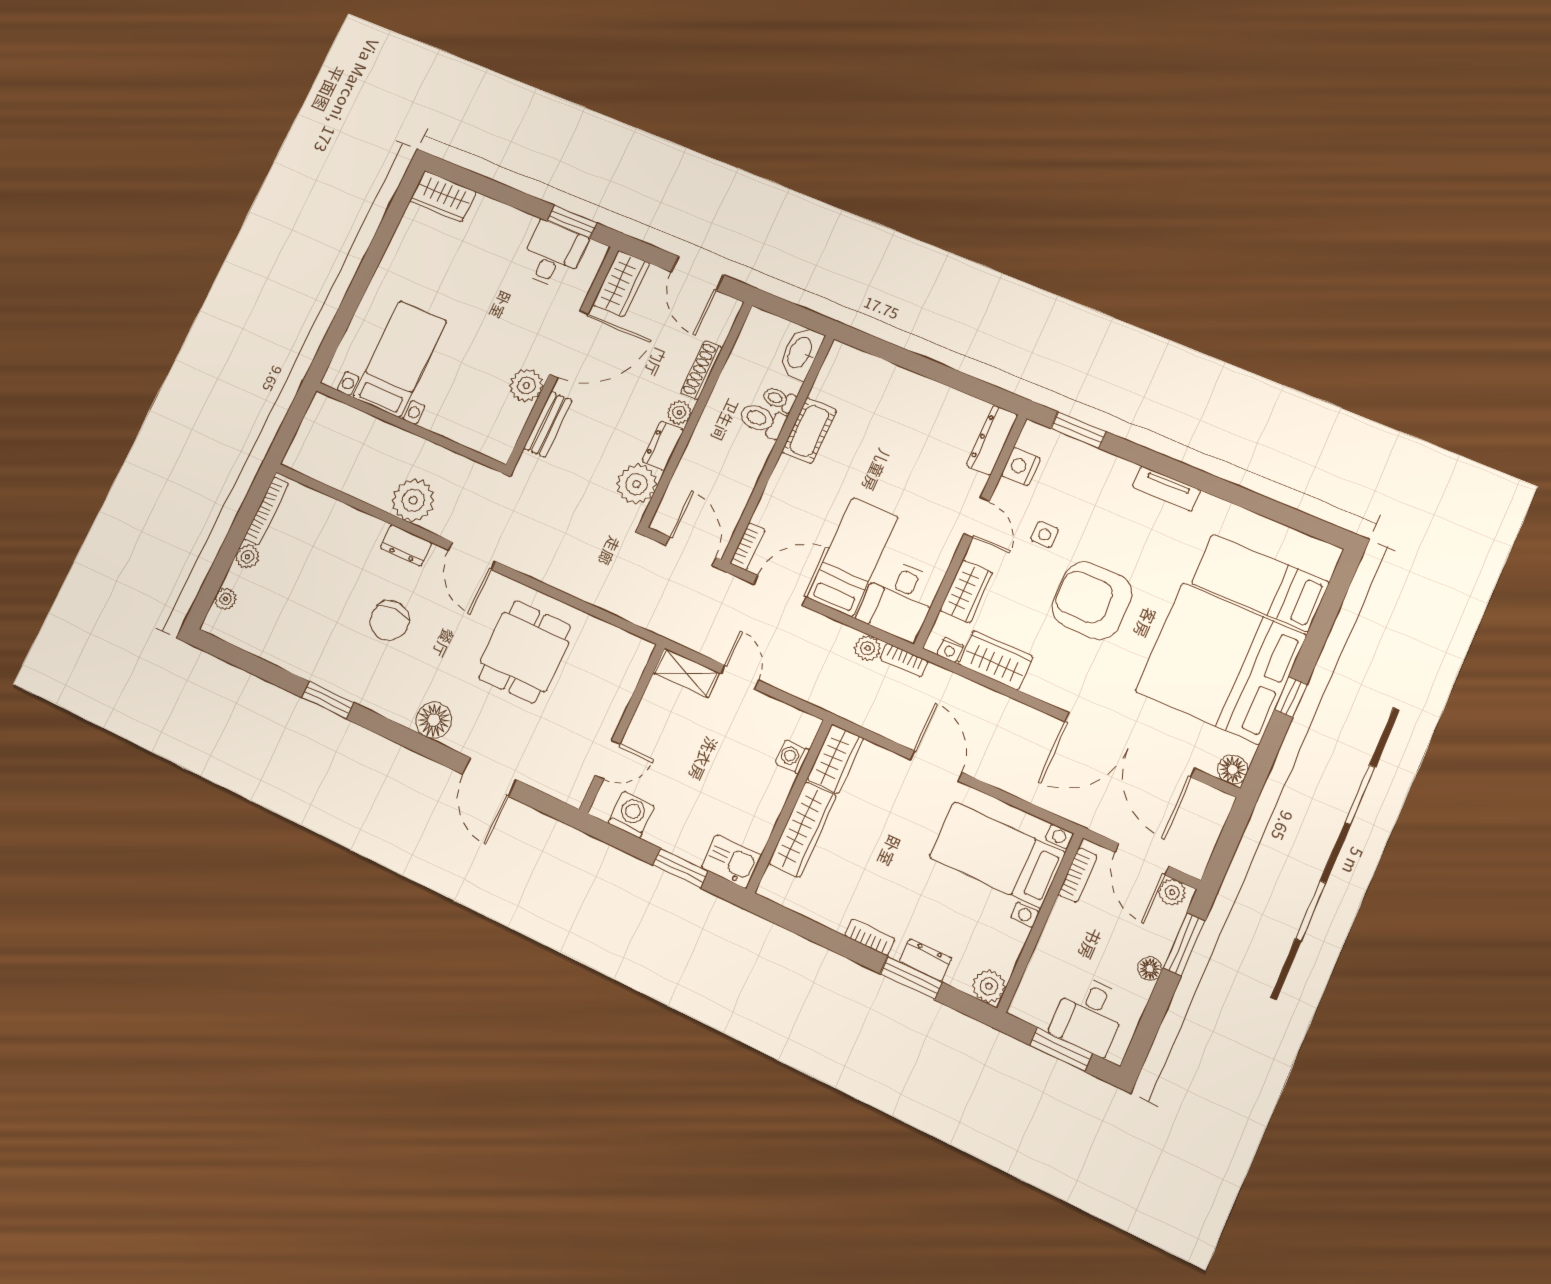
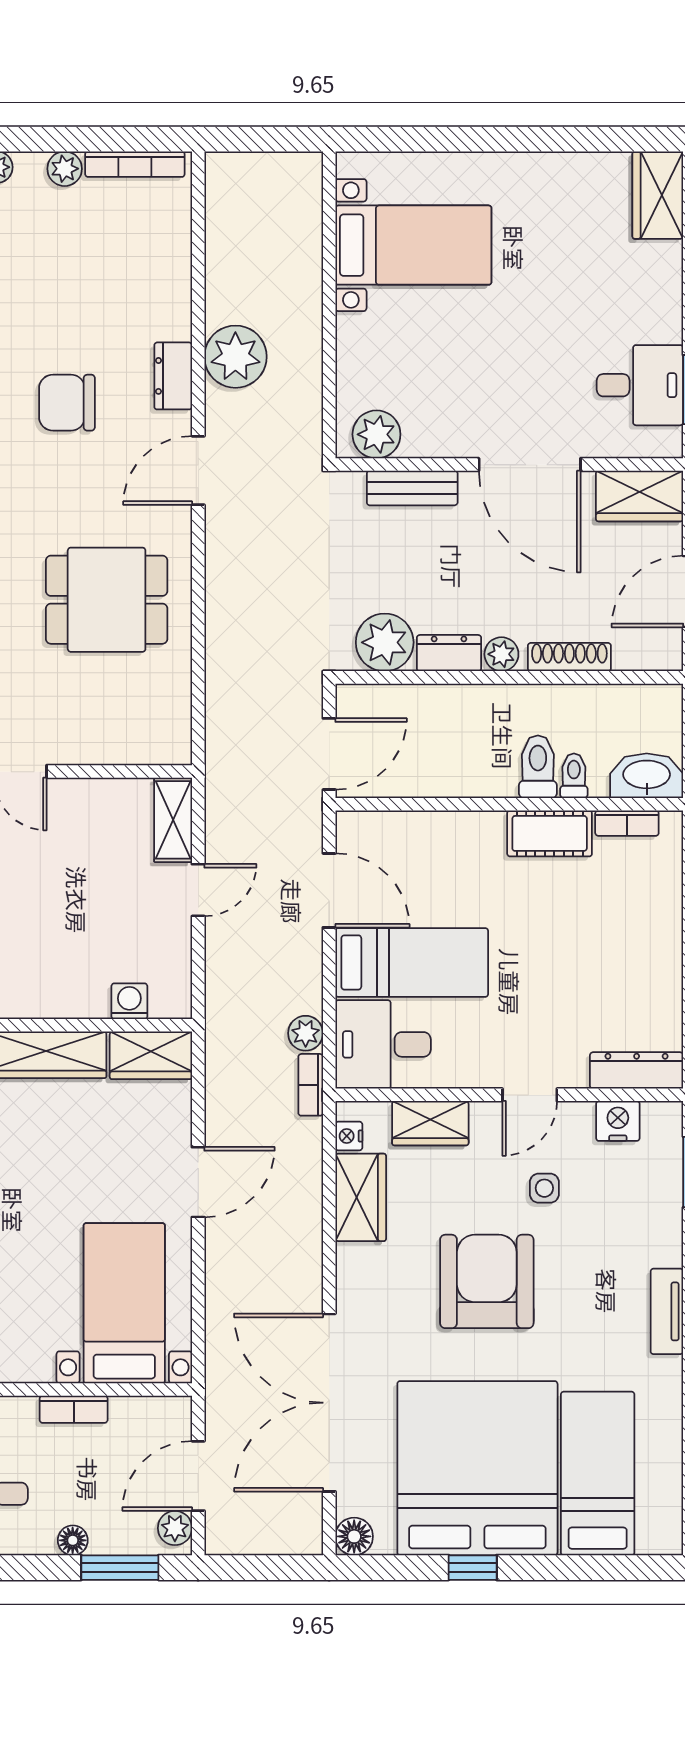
plant: (526, 385) -> (376, 434), moved
bookcase: (747, 546) -> (627, 823), moved
bookcase: (1078, 875) -> (74, 1409), moved

